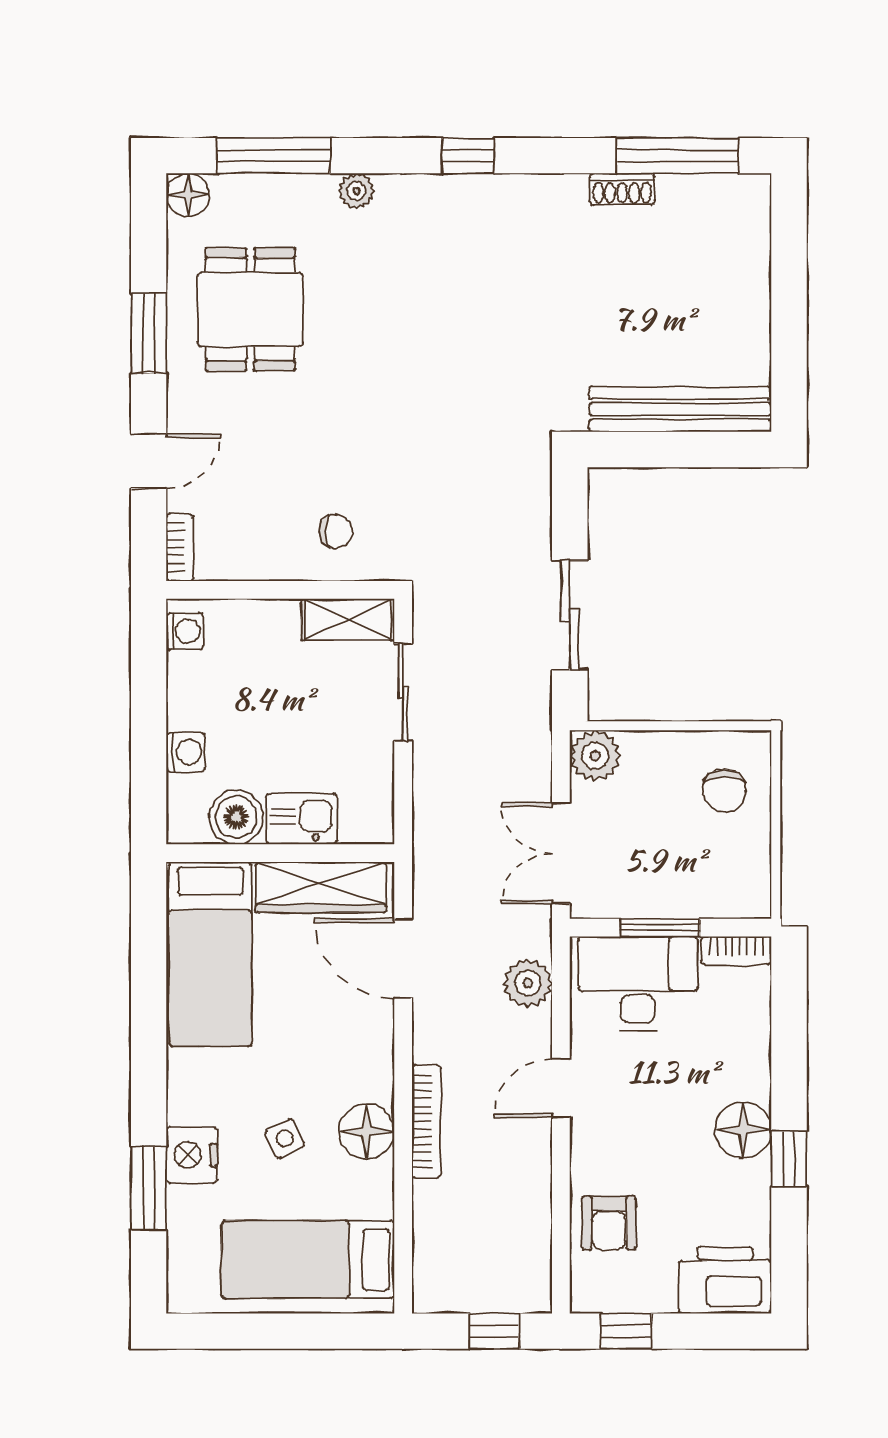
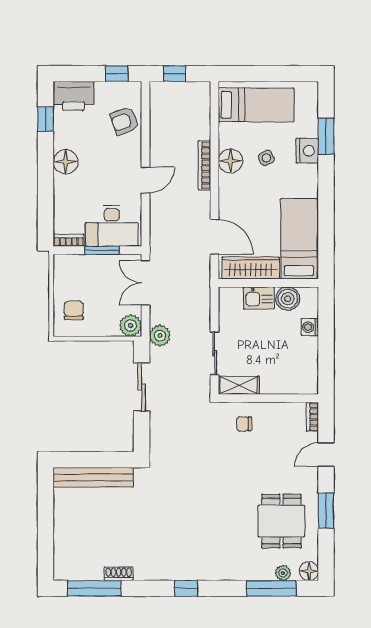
plant: (356, 191) -> (283, 573), moved
washing machine: (185, 631) -> (310, 380), removed
double door: (561, 853) -> (145, 283), swing flipped
plant: (528, 983) -> (160, 336), moved
window: (789, 1159) -> (46, 119), moved
armchair: (609, 1223) -> (124, 121), turned -110

